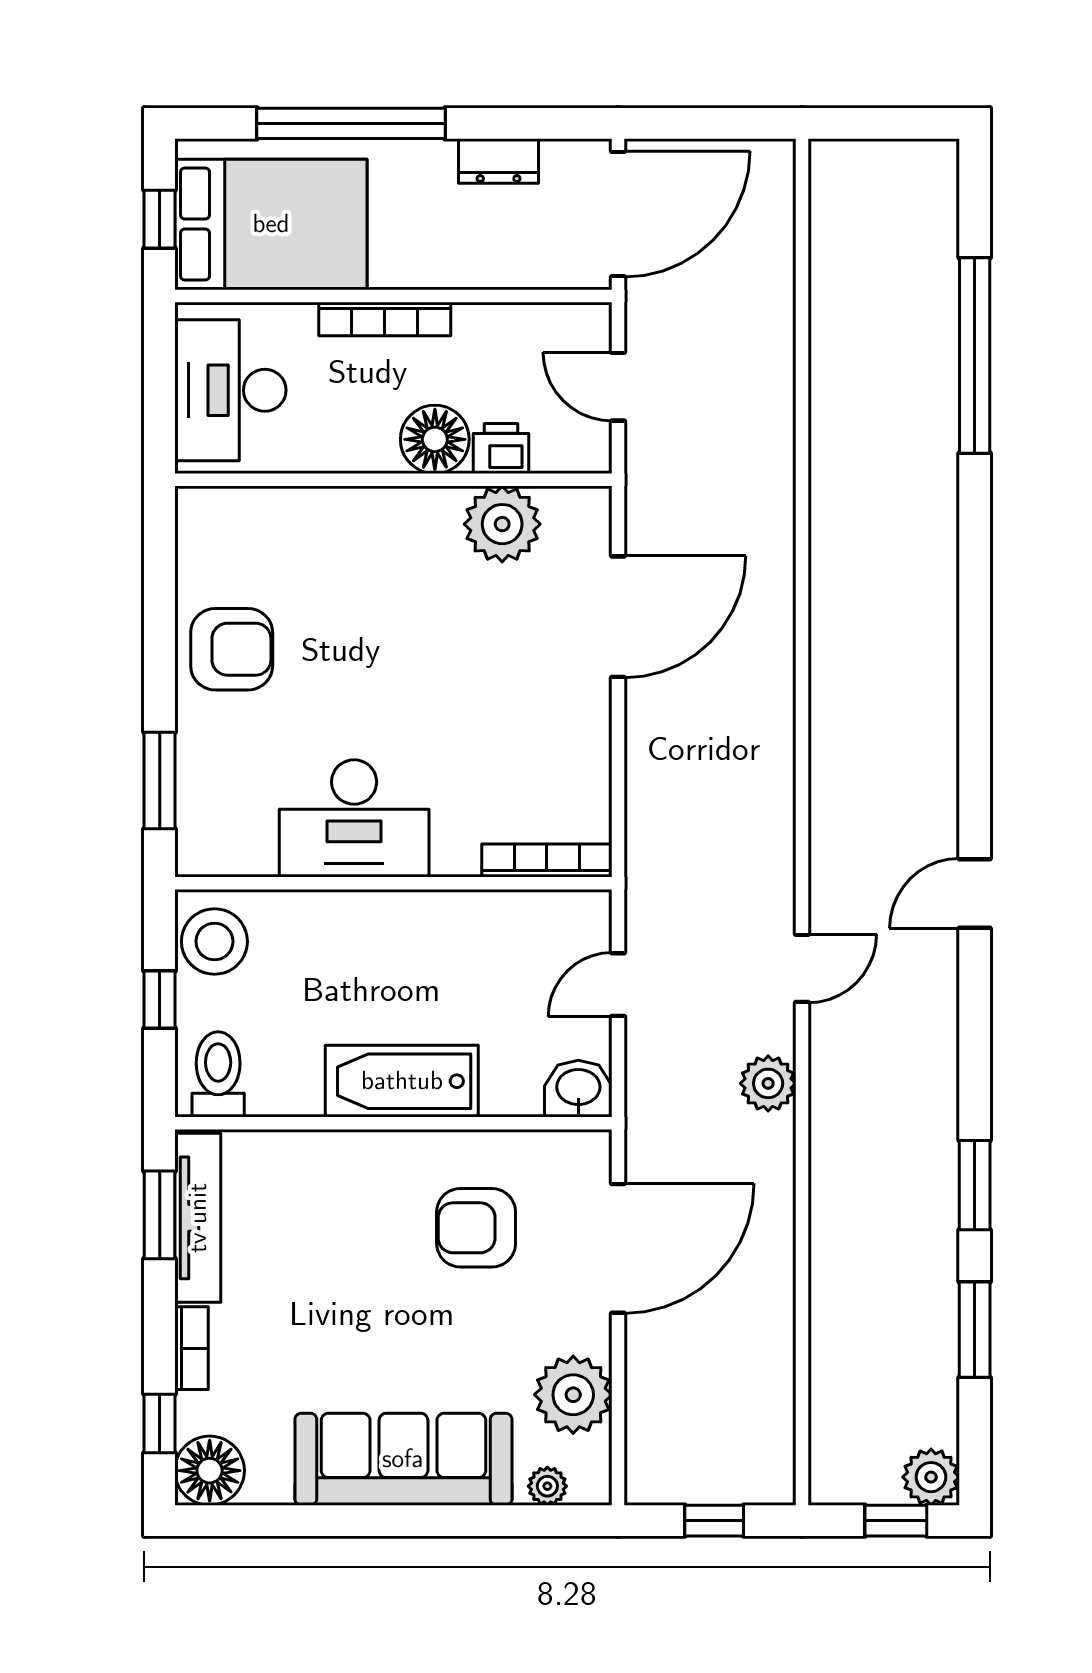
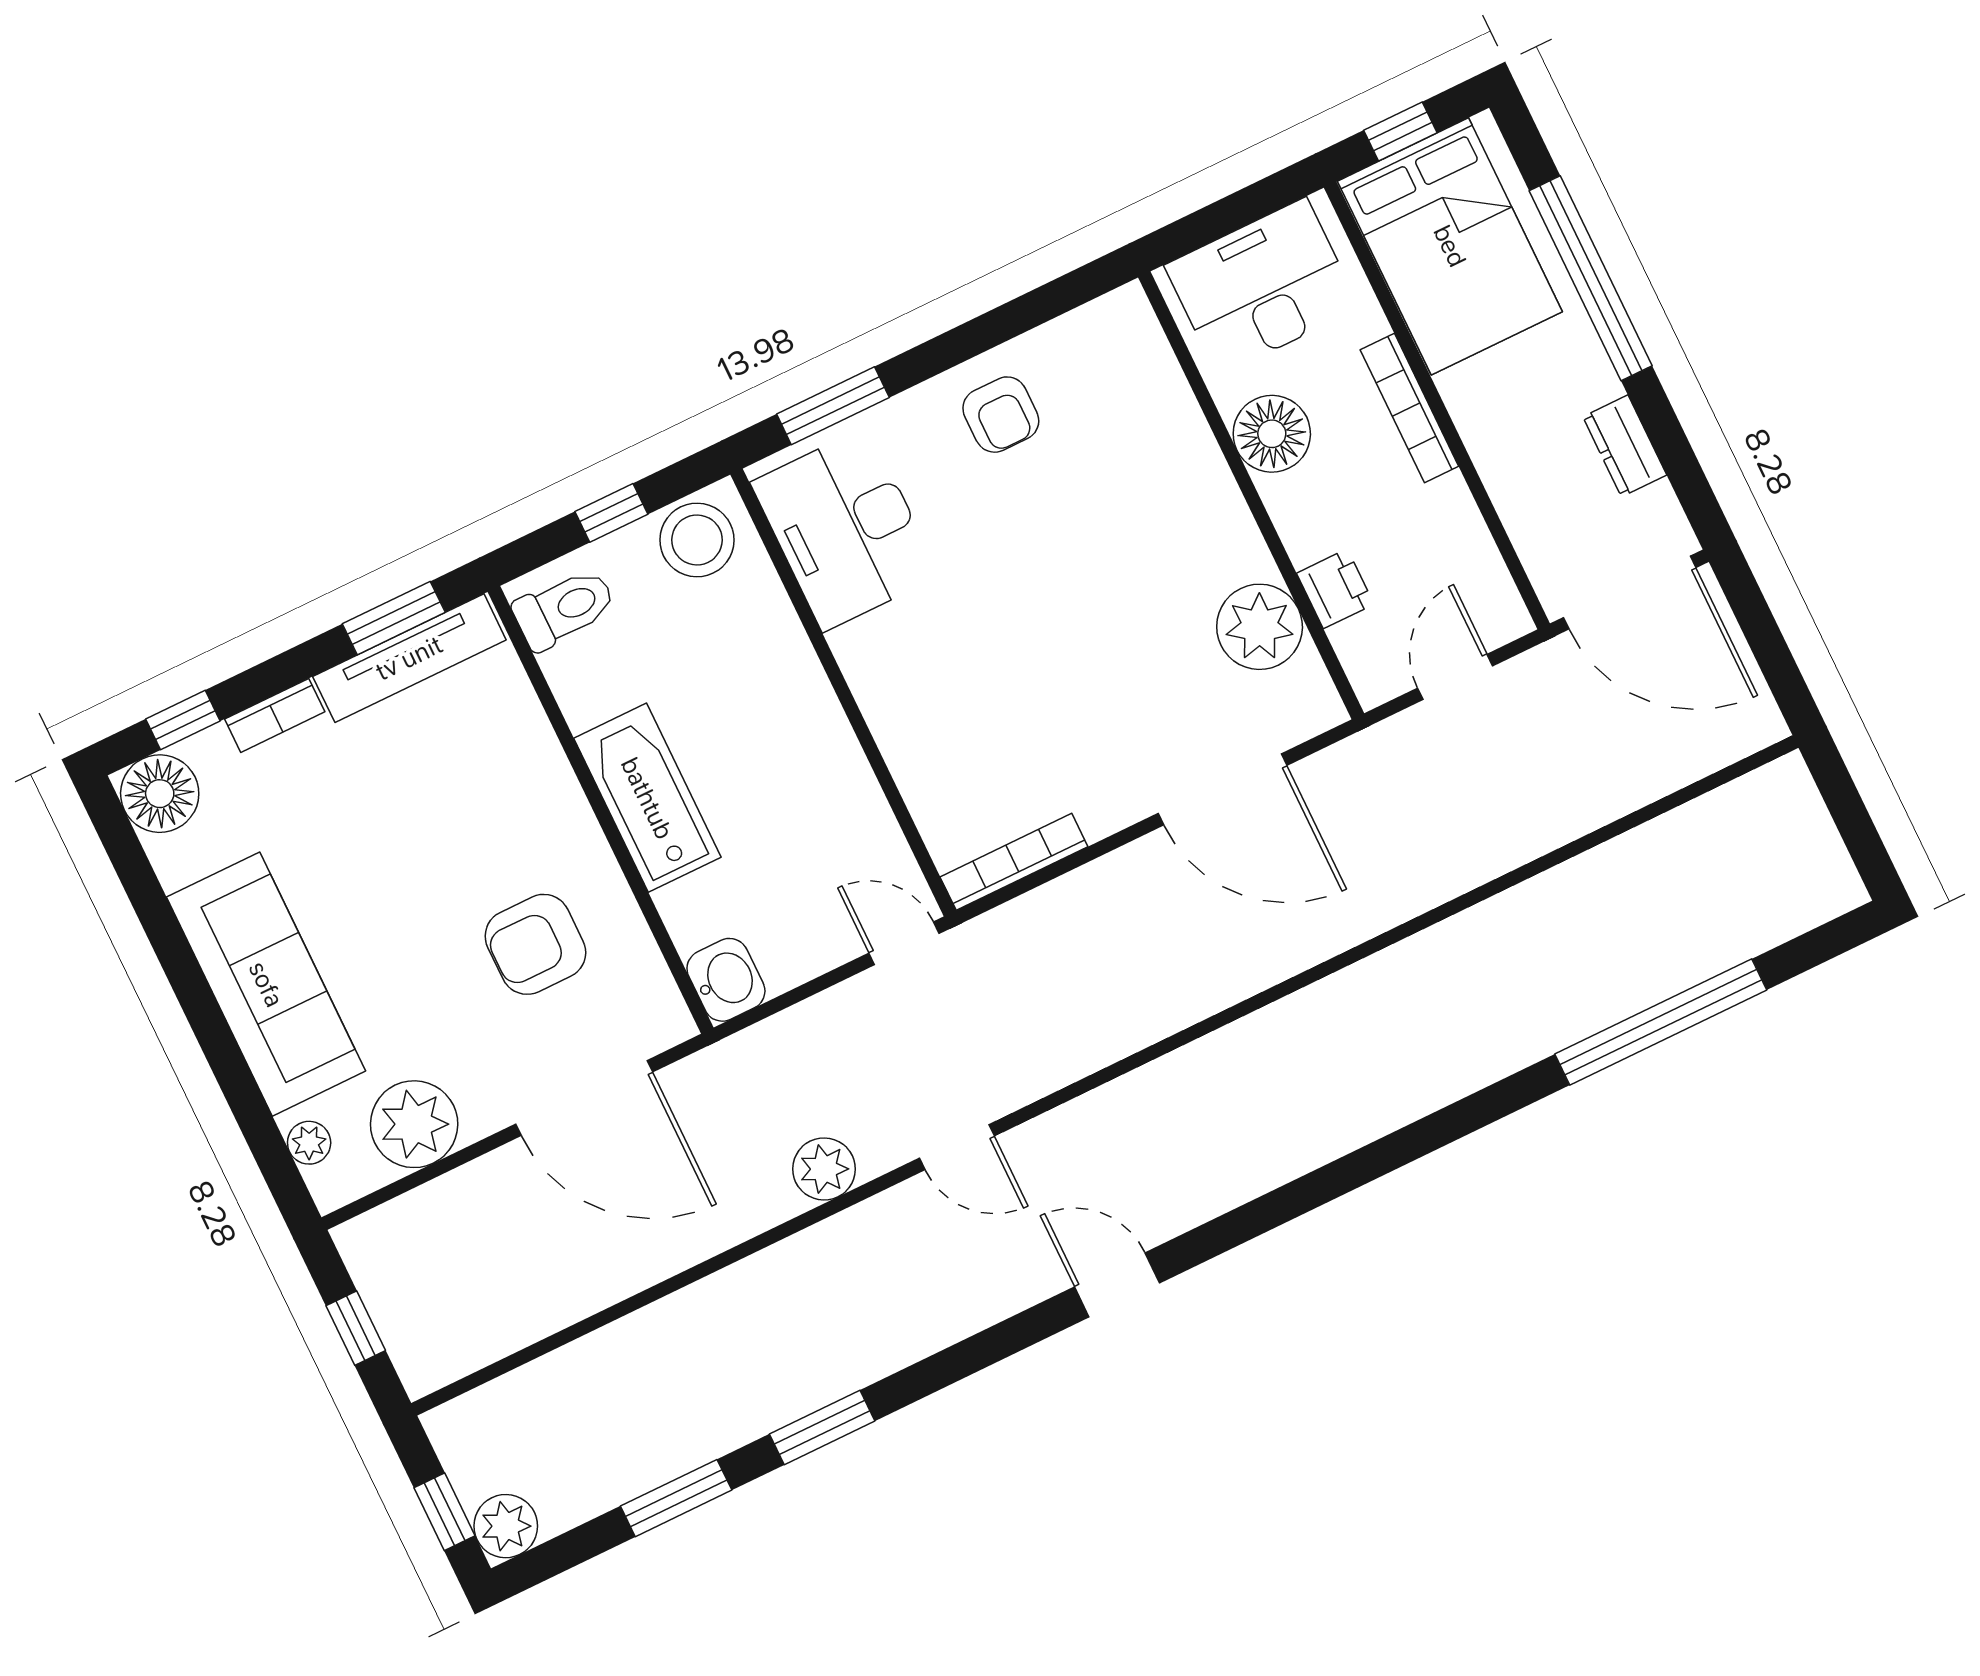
floor lamp: (435, 439) -> (1272, 434), moved
armchair: (232, 649) -> (1001, 415), width x0.72, depth x0.72
desk: (354, 818) -> (845, 529), moved
bookcase: (547, 861) -> (1014, 862), moved, turned -90
door: (618, 985) -> (904, 943), moved
armchair: (476, 1228) -> (535, 944), turned -90

